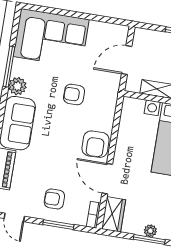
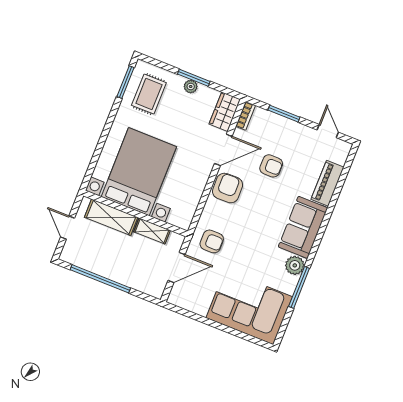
armchair: (74, 95) -> (212, 241), moved
door: (107, 179) -> (223, 150), hinge flipped
armchair: (54, 199) -> (271, 166), moved

